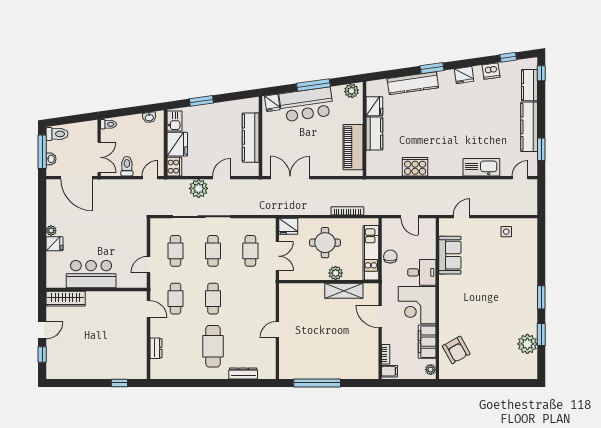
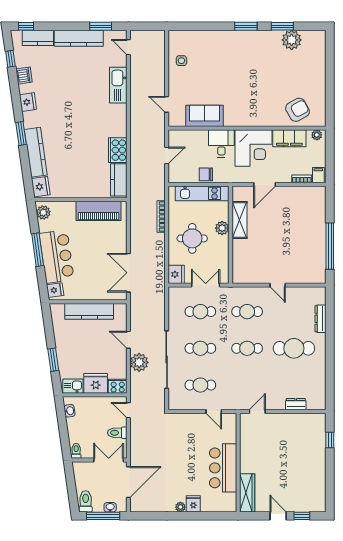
fridge: (374, 106) -> (41, 187), moved, turned 82
kitchen counter: (374, 134) -> (119, 180), moved, turned -90
cafe table: (176, 299) -> (247, 312), moved

